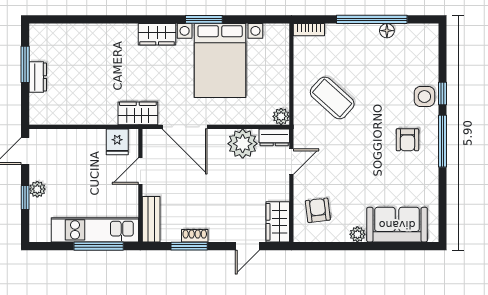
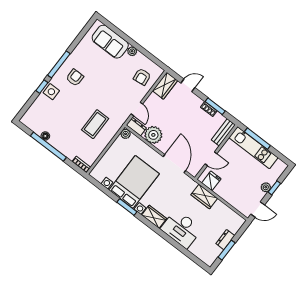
desk: (108, 46) -> (181, 229), added
coffee table: (332, 98) -> (95, 124), turned 48
wardrobe: (138, 113) -> (204, 196), moved
door: (291, 162) -> (137, 109), swing flipped

